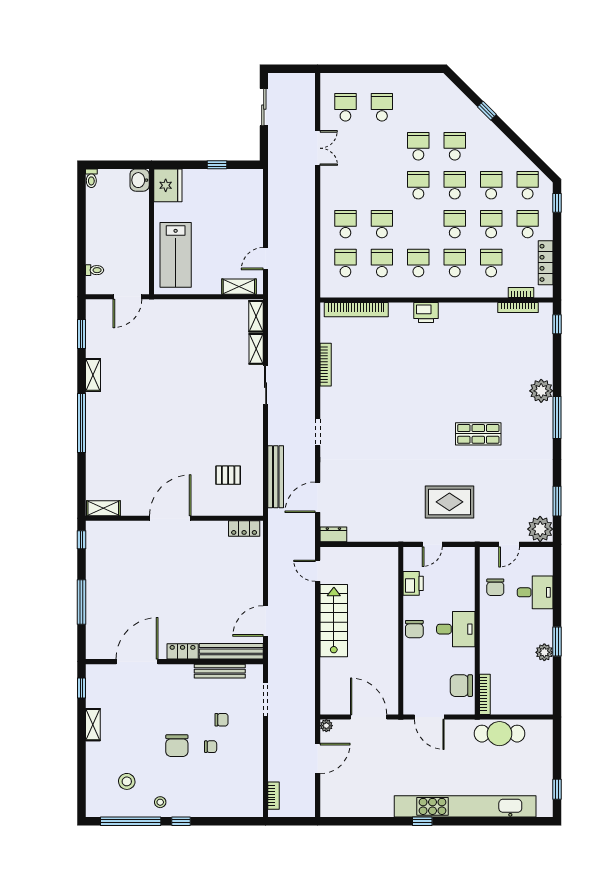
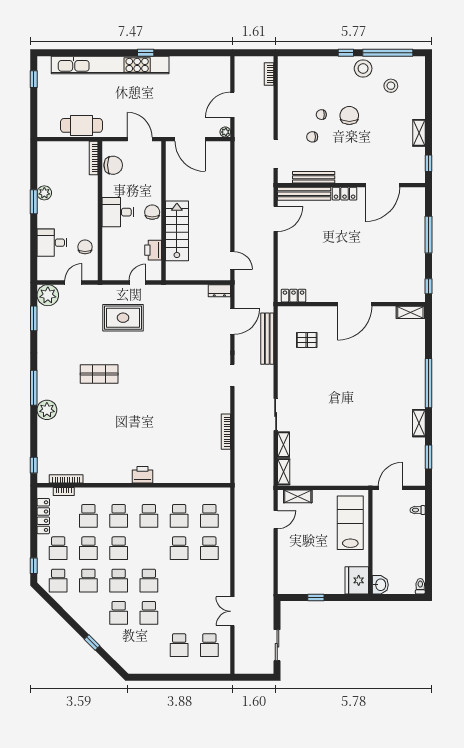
bookcase: (356, 310) -> (200, 477), removed
stairs: (334, 621) -> (177, 231), moved, turned 180
stool: (160, 802) -> (363, 68), width x1.89, depth x1.89

